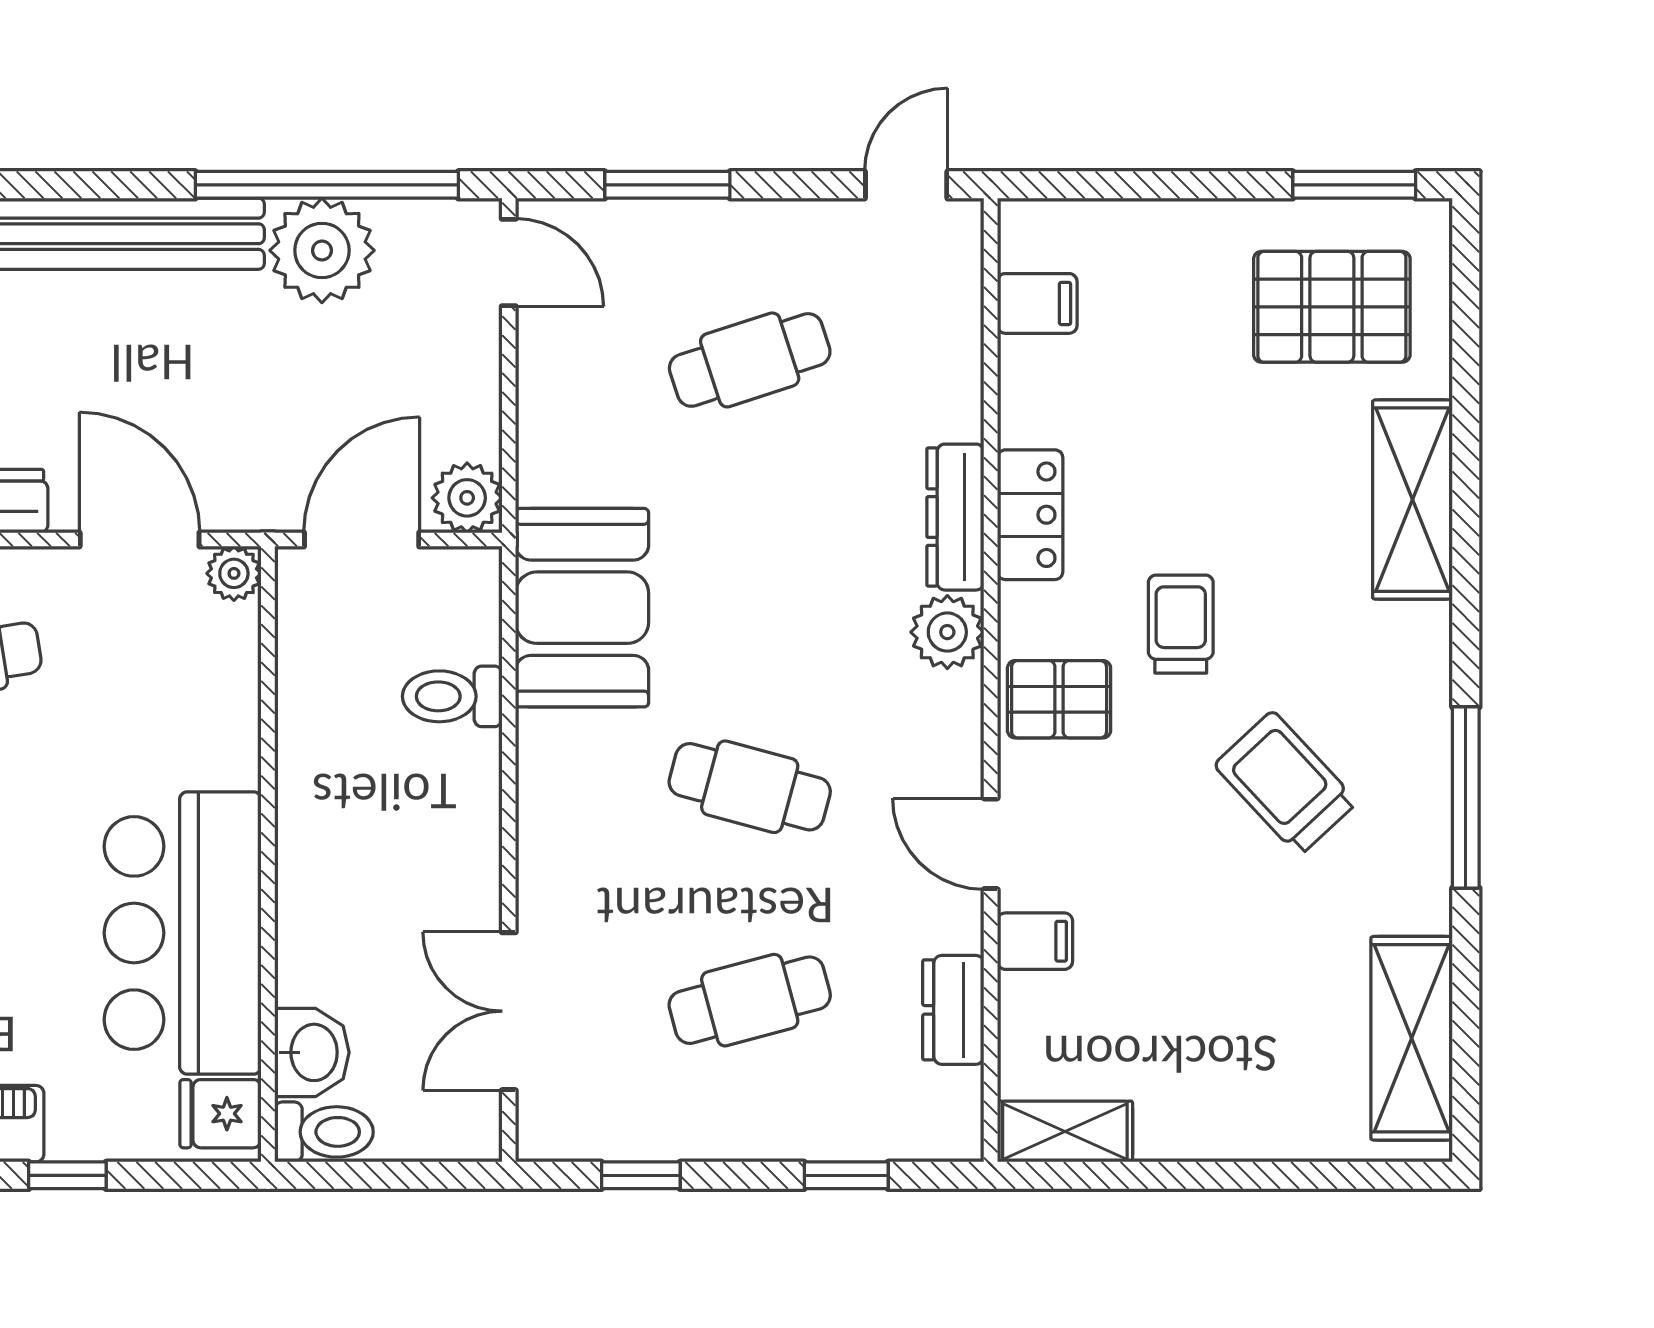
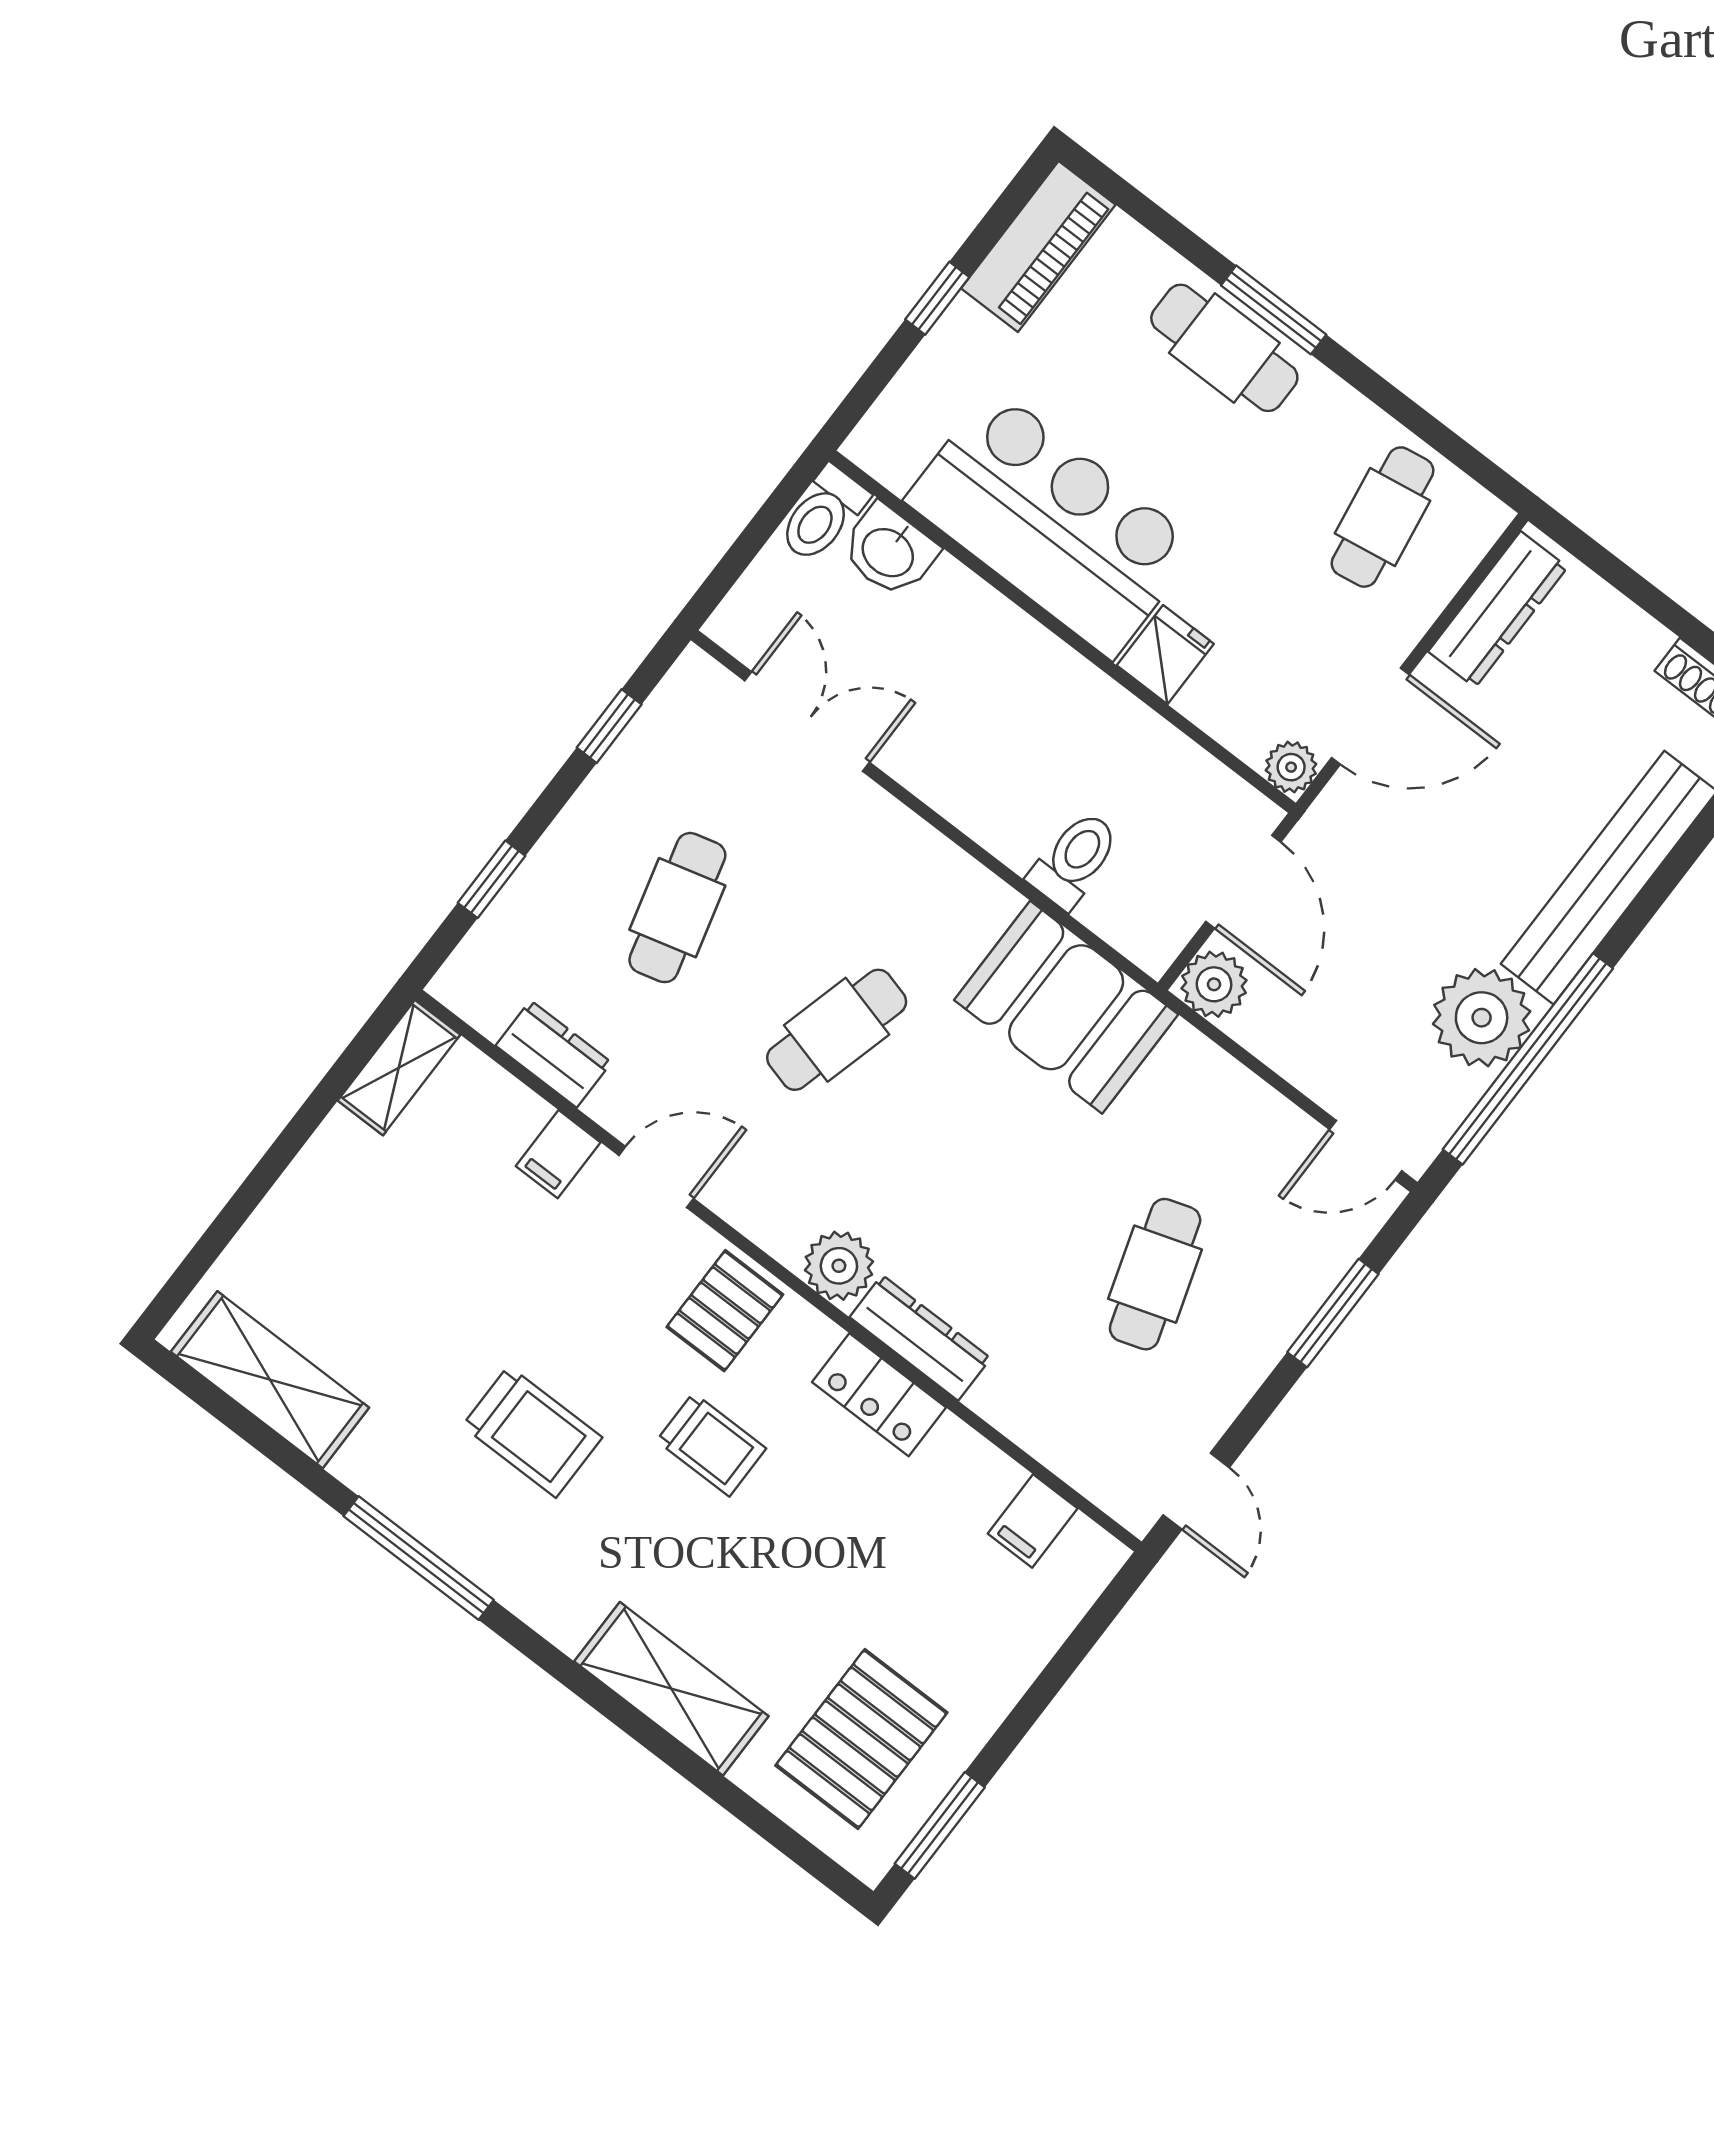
trolley: (1286, 783) -> (532, 1432), turned 43
fridge: (220, 1114) -> (1165, 655), moved

